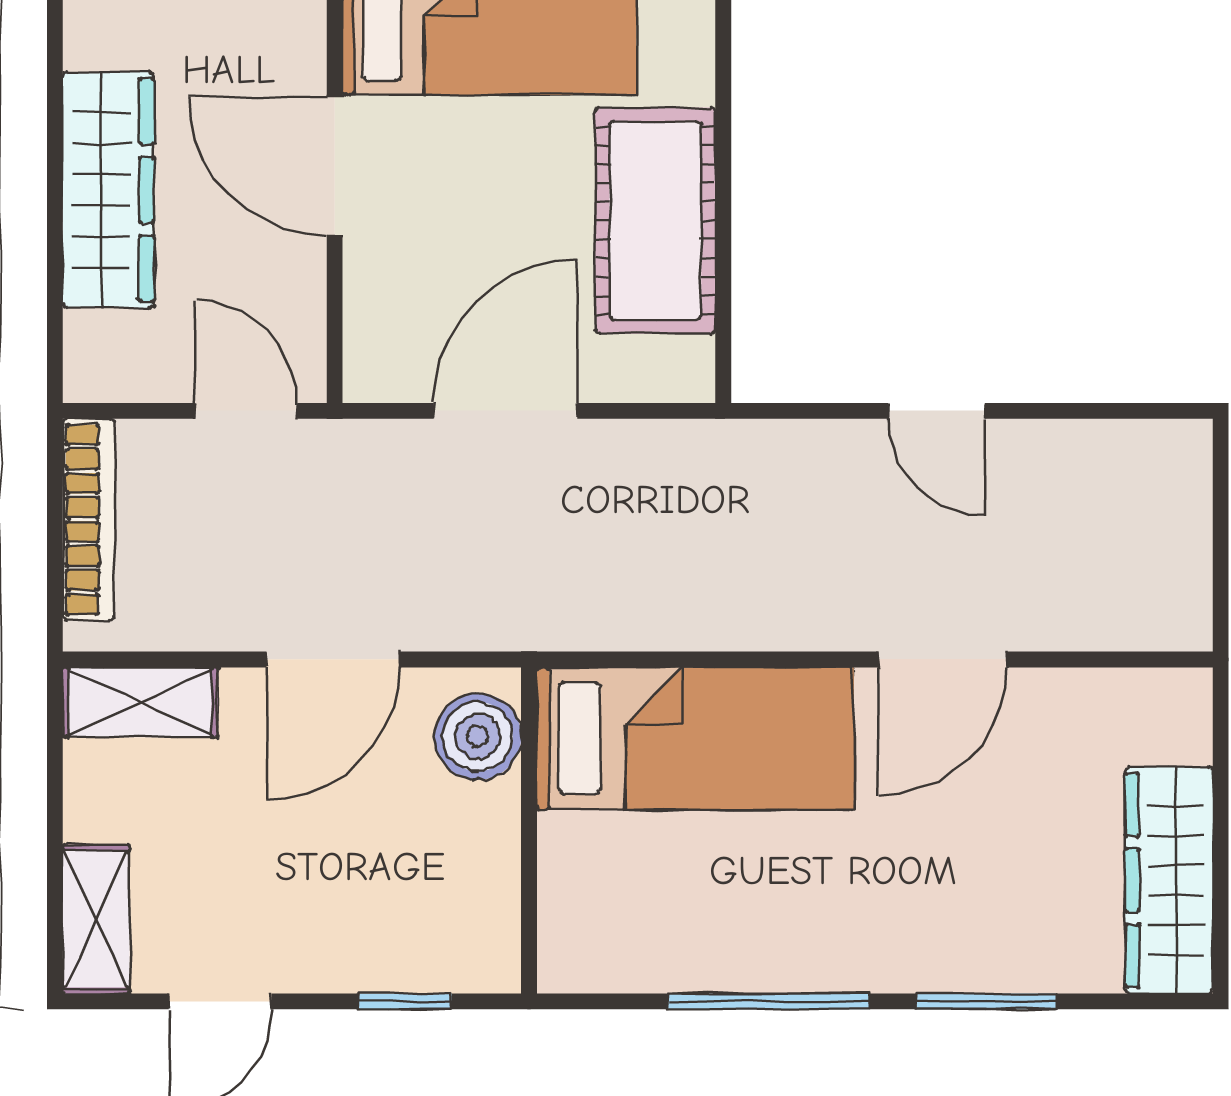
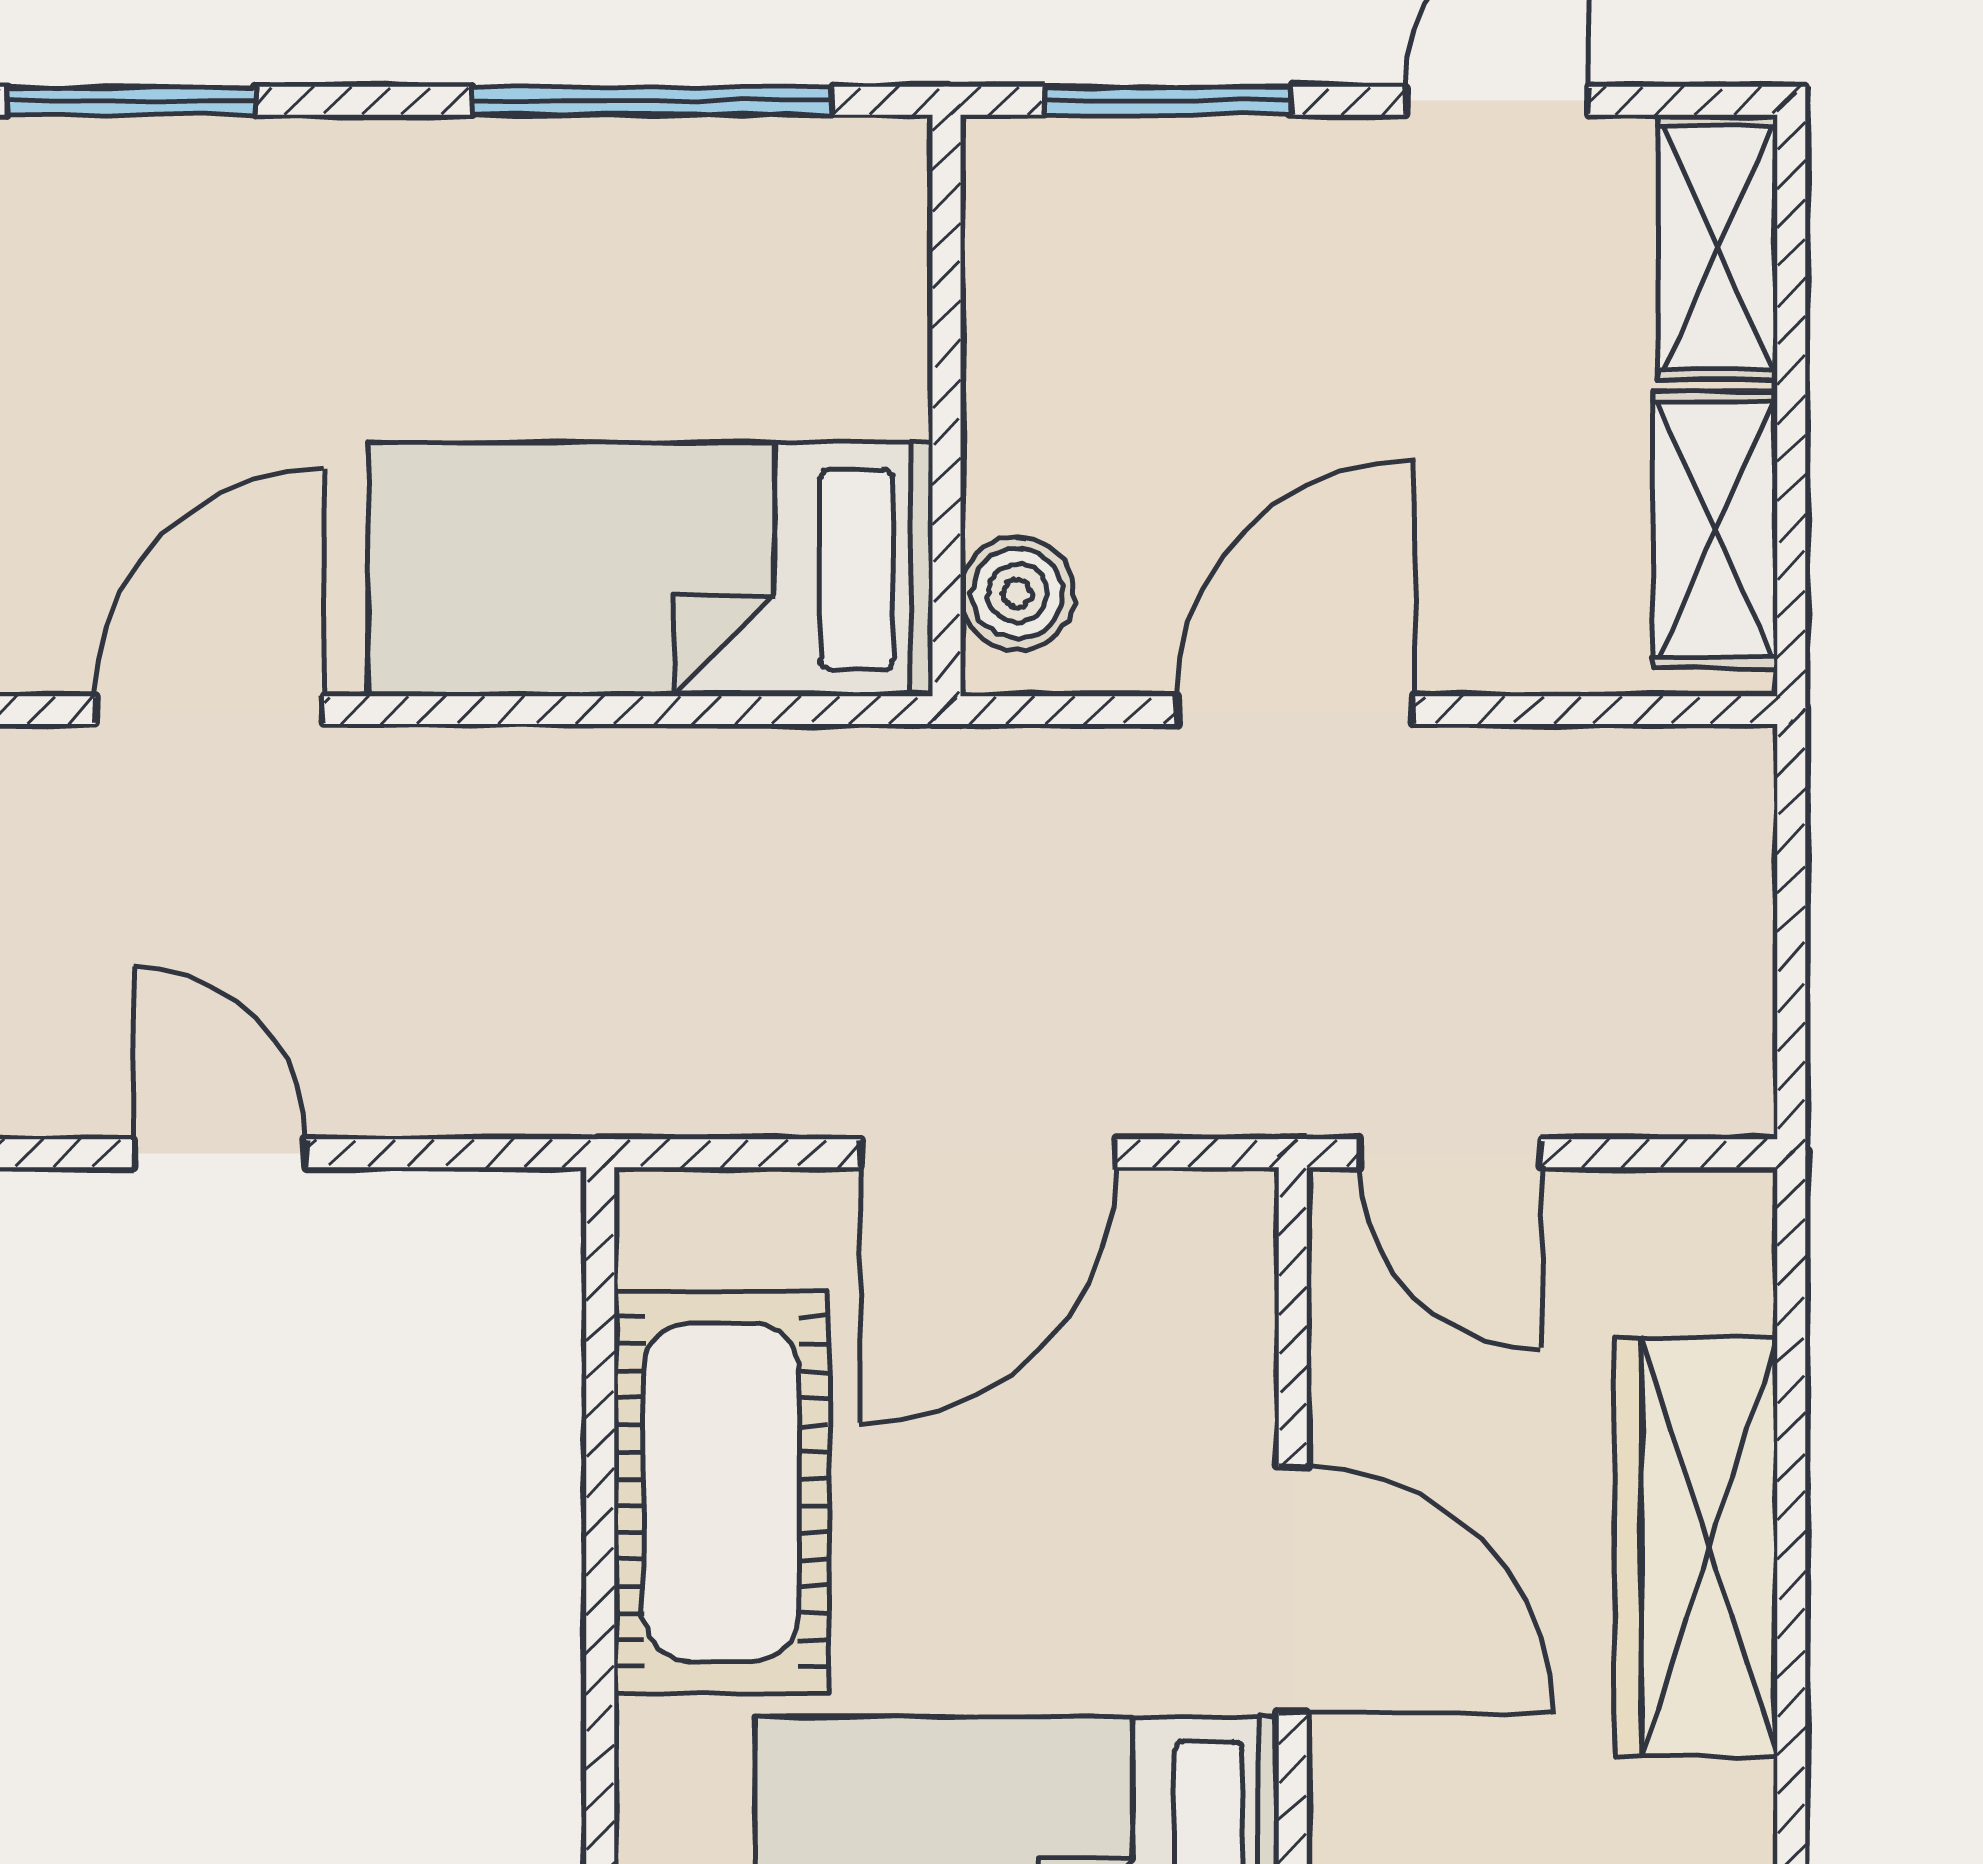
bookcase: (89, 520) -> (1731, 960), removed
shelving: (140, 702) -> (1715, 529), moved, turned 90
boiler: (478, 737) -> (1017, 593), width x0.73, depth x0.73
window: (405, 1001) -> (1167, 101), width x1.50
window: (769, 1001) -> (652, 101), moved

